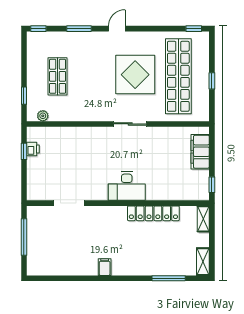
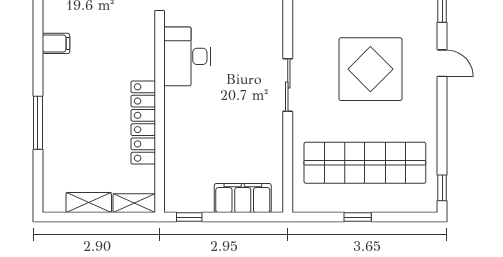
display table: (135, 75) -> (370, 69), moved
desk: (127, 186) -> (187, 56), moved
shelving: (203, 262) -> (89, 203), moved
window: (169, 278) -> (38, 123), moved

